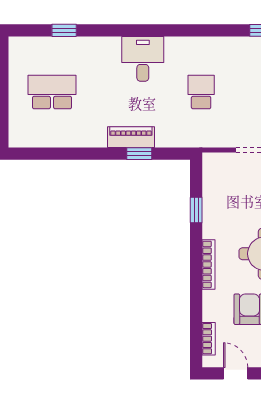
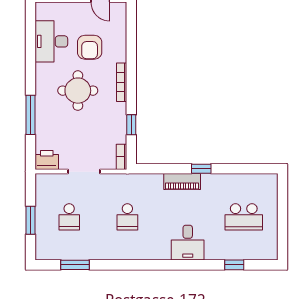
desk: (143, 59) -> (188, 243), moved
window: (139, 154) -> (201, 169), moved
bookcase: (209, 339) -> (121, 157), moved

